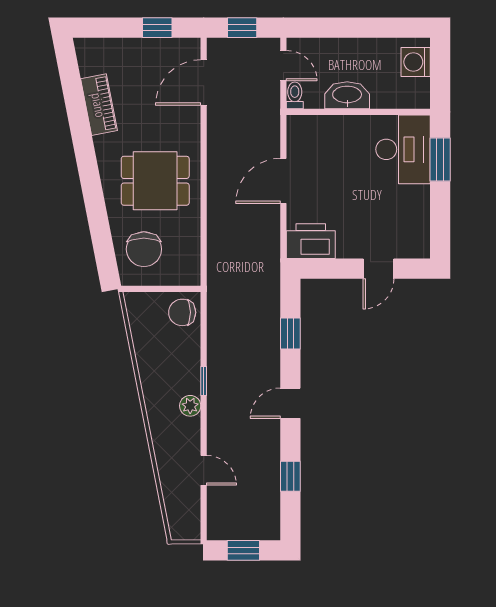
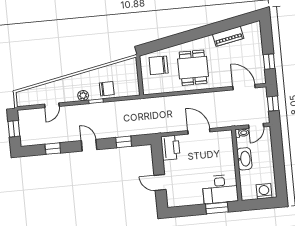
chair: (182, 312) -> (107, 89), moved, turned 89

